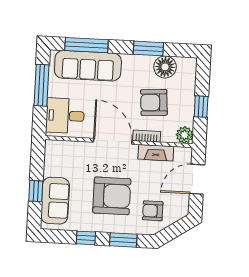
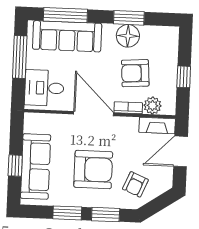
floor lamp: (165, 67) -> (128, 36), moved
plant: (184, 135) -> (153, 106), moved
fireplace: (156, 153) -> (157, 126), moved
sofa: (55, 201) -> (36, 167), width x1.36
armchair: (153, 211) -> (135, 184), turned -67
window: (86, 238) -> (67, 213), width x1.50

